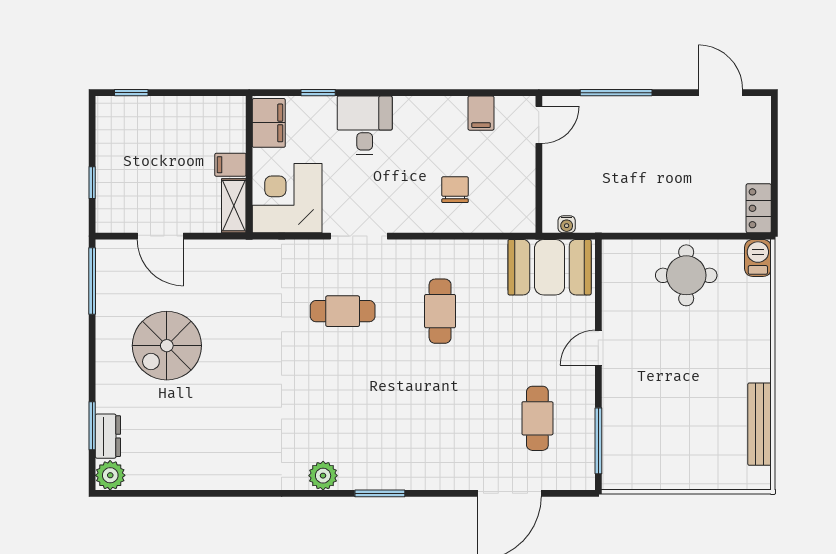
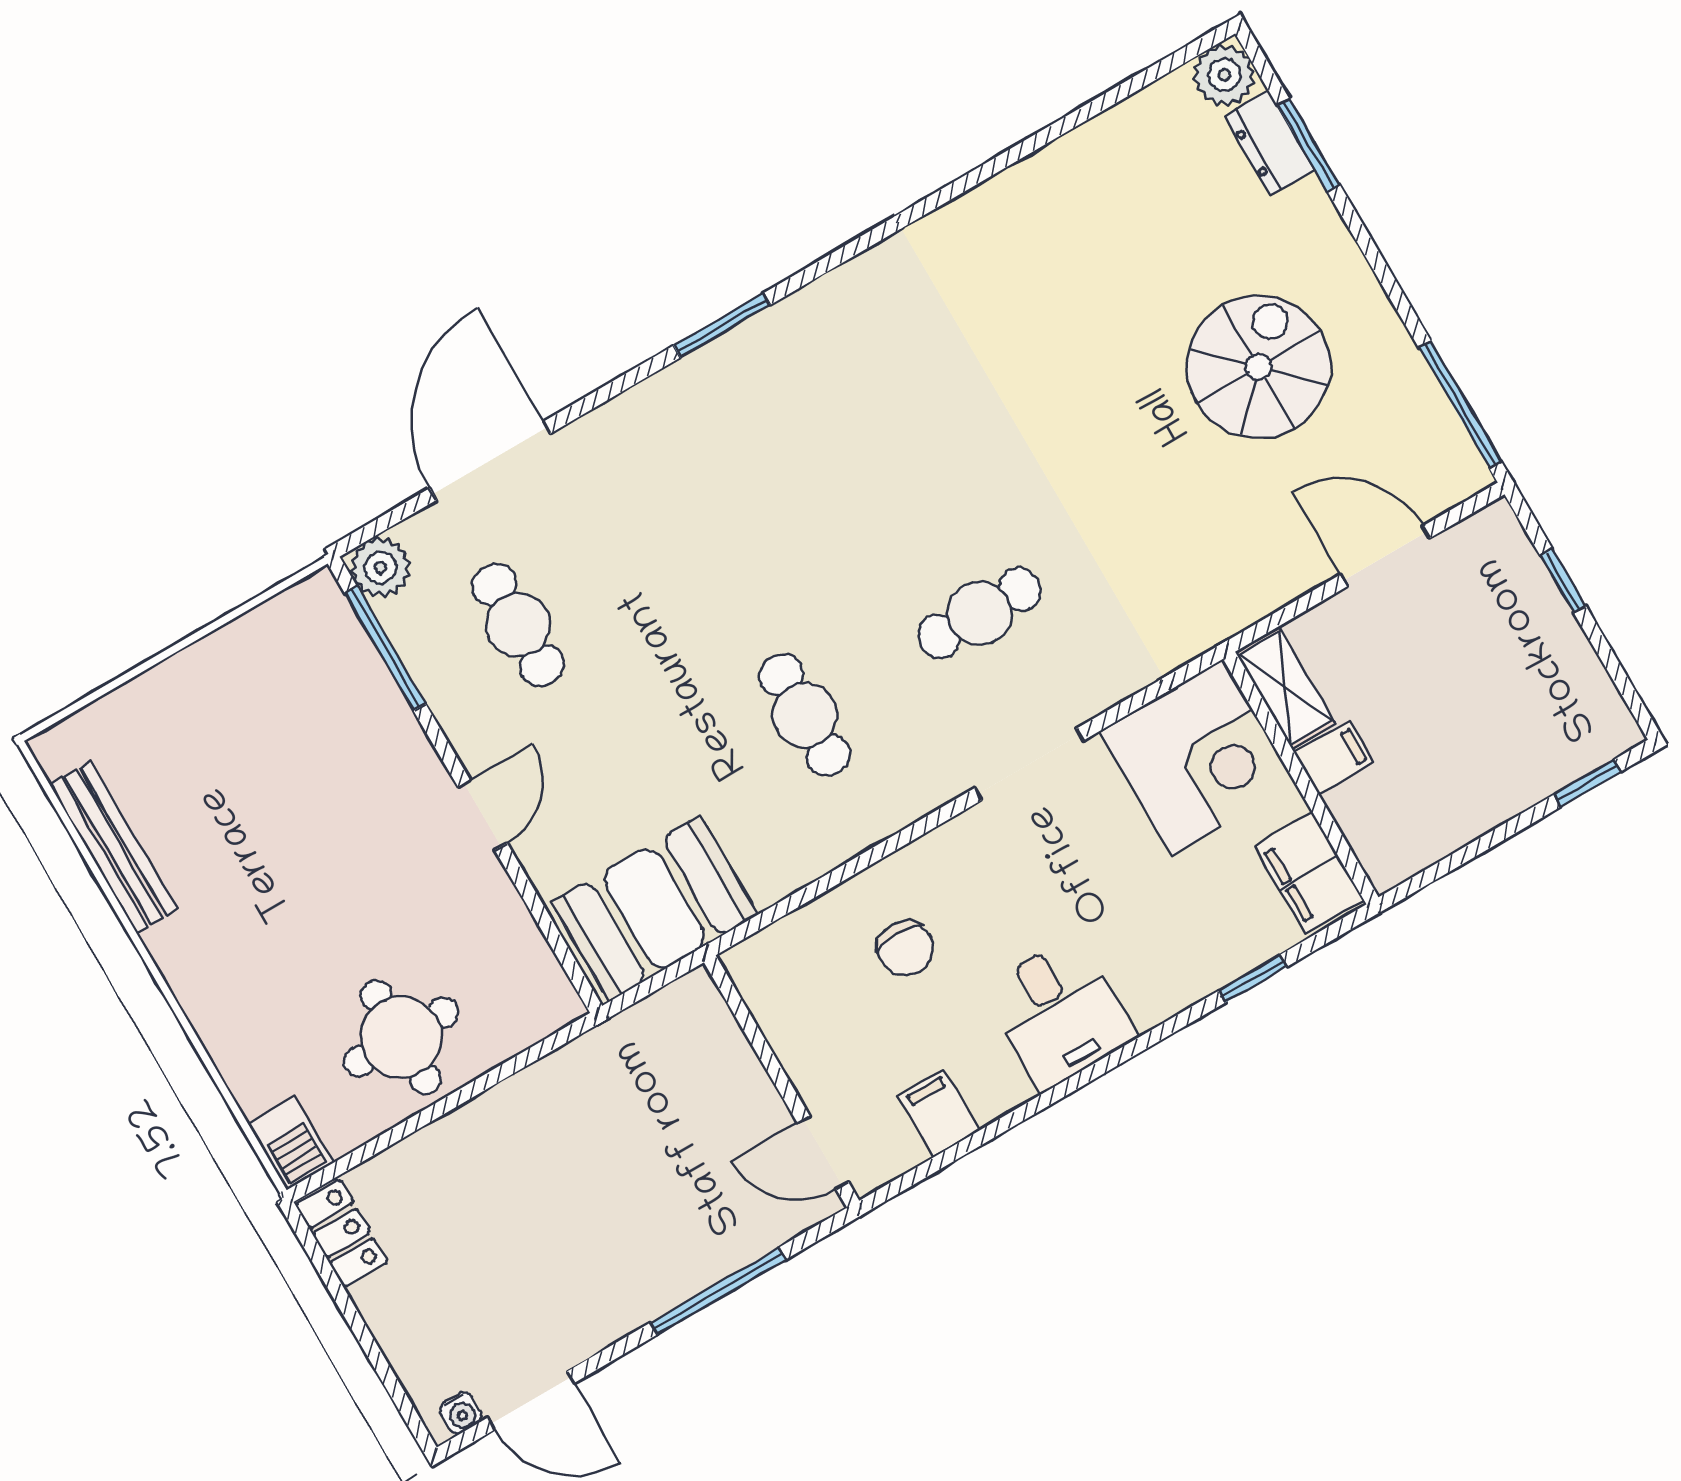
desk: (365, 125) -> (1059, 1013), moved
door: (539, 125) -> (823, 1152), hinge flipped
water cooler: (567, 224) -> (461, 1413), moved, turned 180
plant: (323, 476) -> (380, 567), moved

